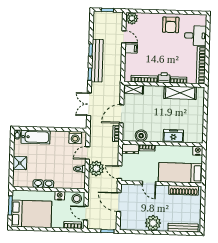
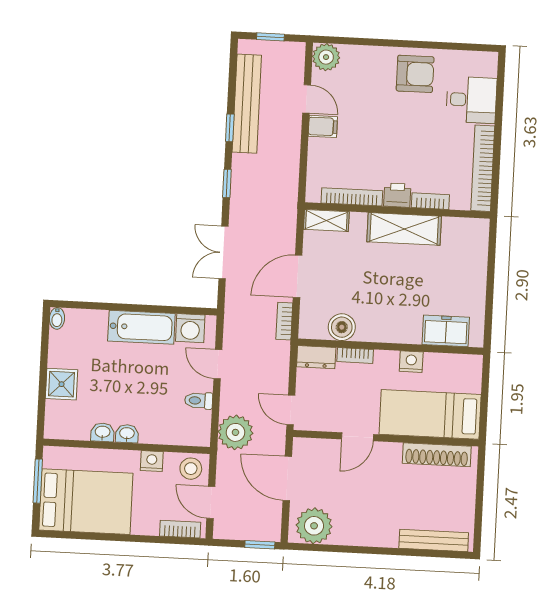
armchair: (171, 25) -> (415, 74), turned -90
bench: (97, 61) -> (247, 104), moved
shelving: (180, 93) -> (404, 229), moved
freezer: (173, 136) -> (446, 331), moved
bathtub: (36, 137) -> (141, 327), moved
nightstand: (198, 151) -> (411, 362), moved
door: (88, 153) -> (218, 364), hinge flipped
plant: (96, 168) -> (235, 432), moved
door: (149, 183) -> (357, 437), hinge flipped
plant: (153, 223) -> (314, 526), moved

